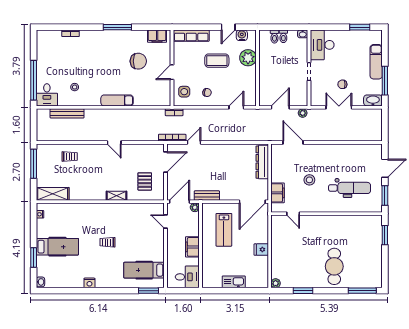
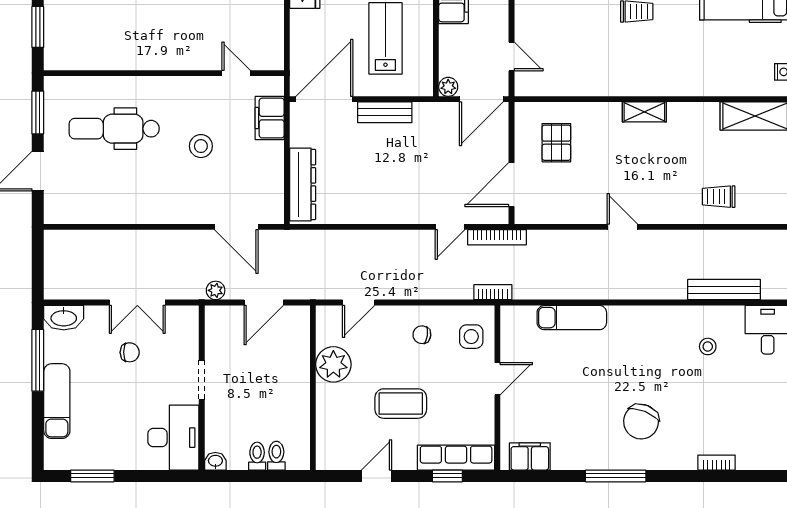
window: (195, 27) -> (447, 476), added
water cooler: (242, 35) -> (347, 458), removed
plant: (248, 58) -> (333, 364), moved
chair: (138, 61) -> (641, 422), moved, turned -68
exam couch: (117, 100) -> (572, 318), moved
shelving: (117, 196) -> (644, 112), moved
bench: (207, 196) -> (385, 112), moved

